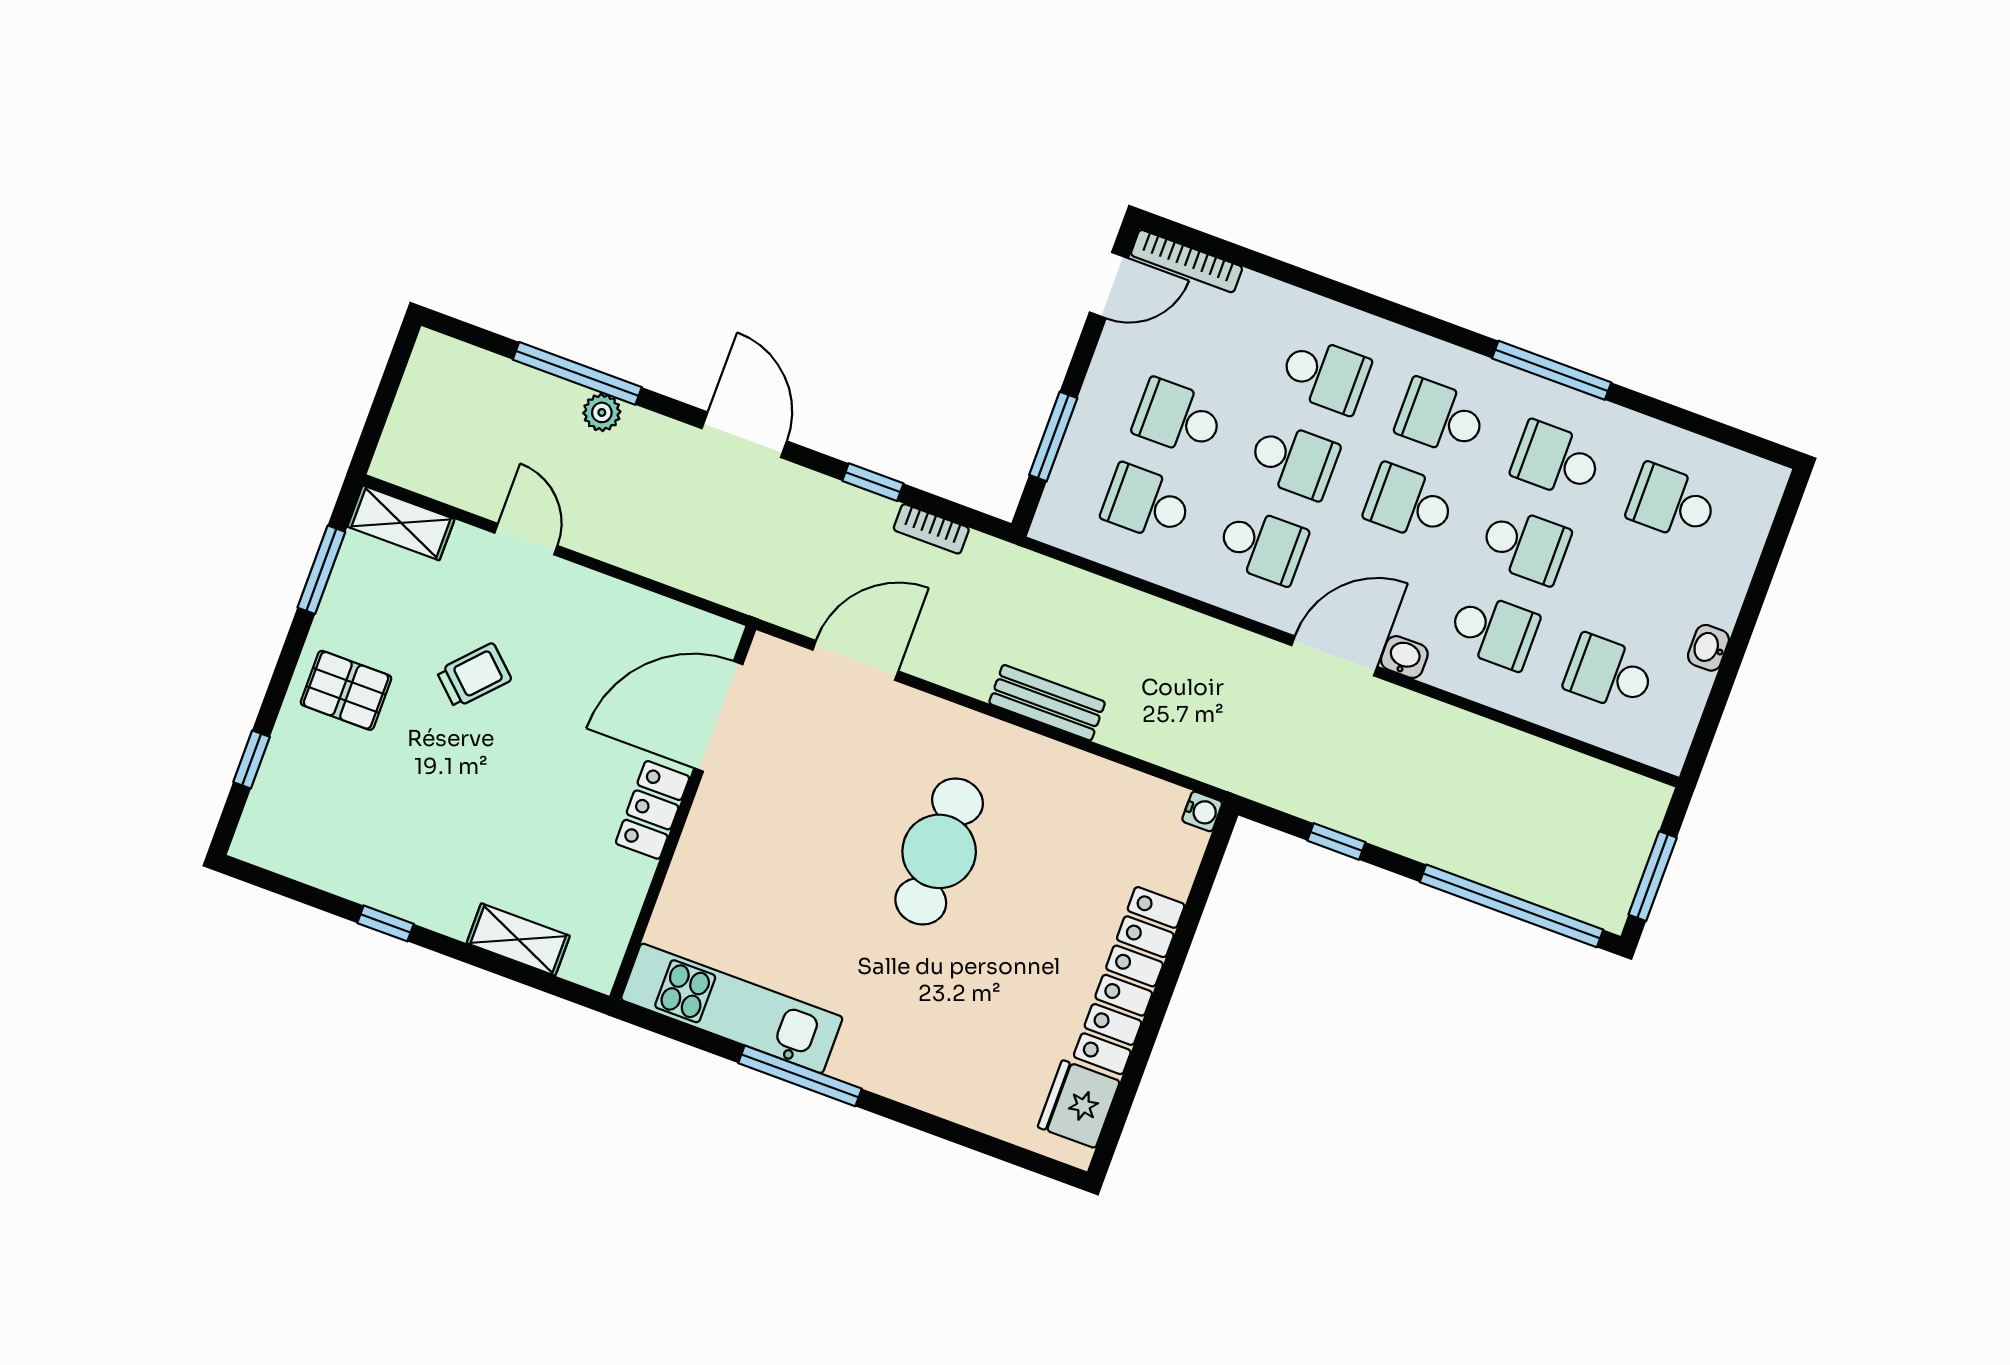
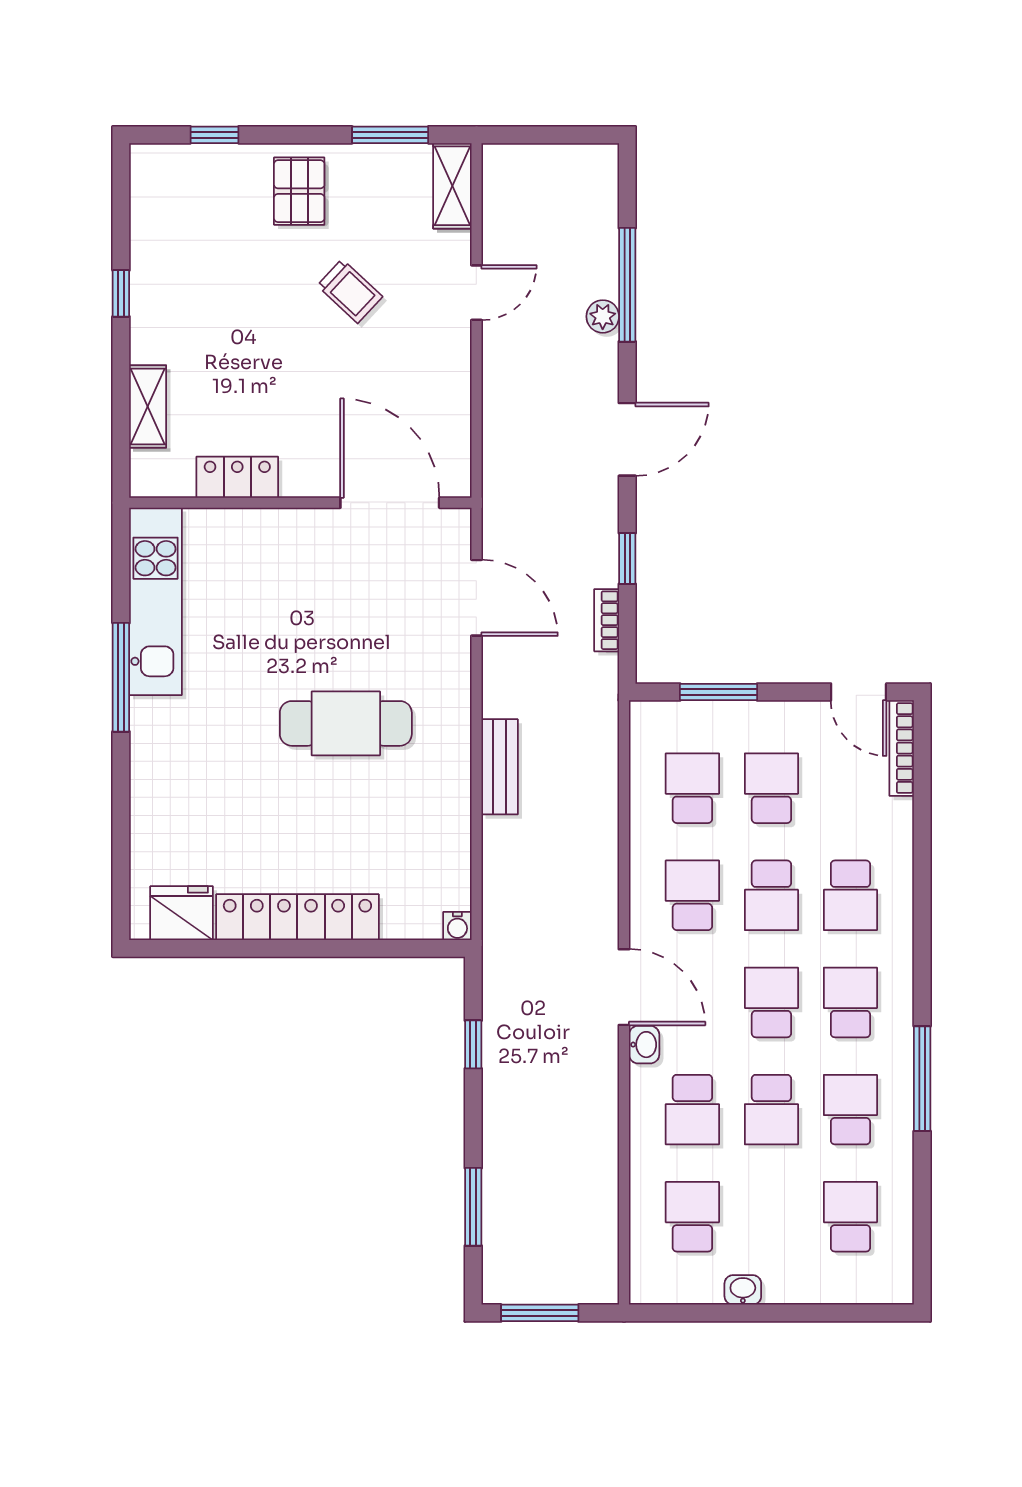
school desk: (1262, 546) -> (692, 895), turned 180
locker: (653, 810) -> (237, 477), moved
window: (1512, 906) -> (473, 1207), width x0.47

